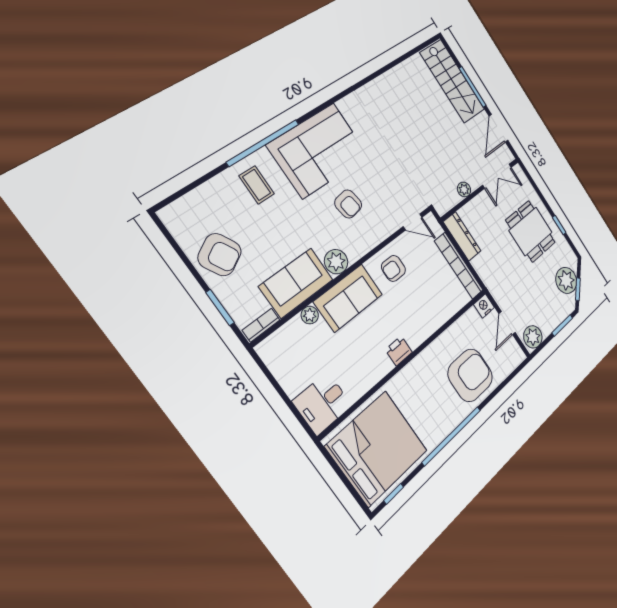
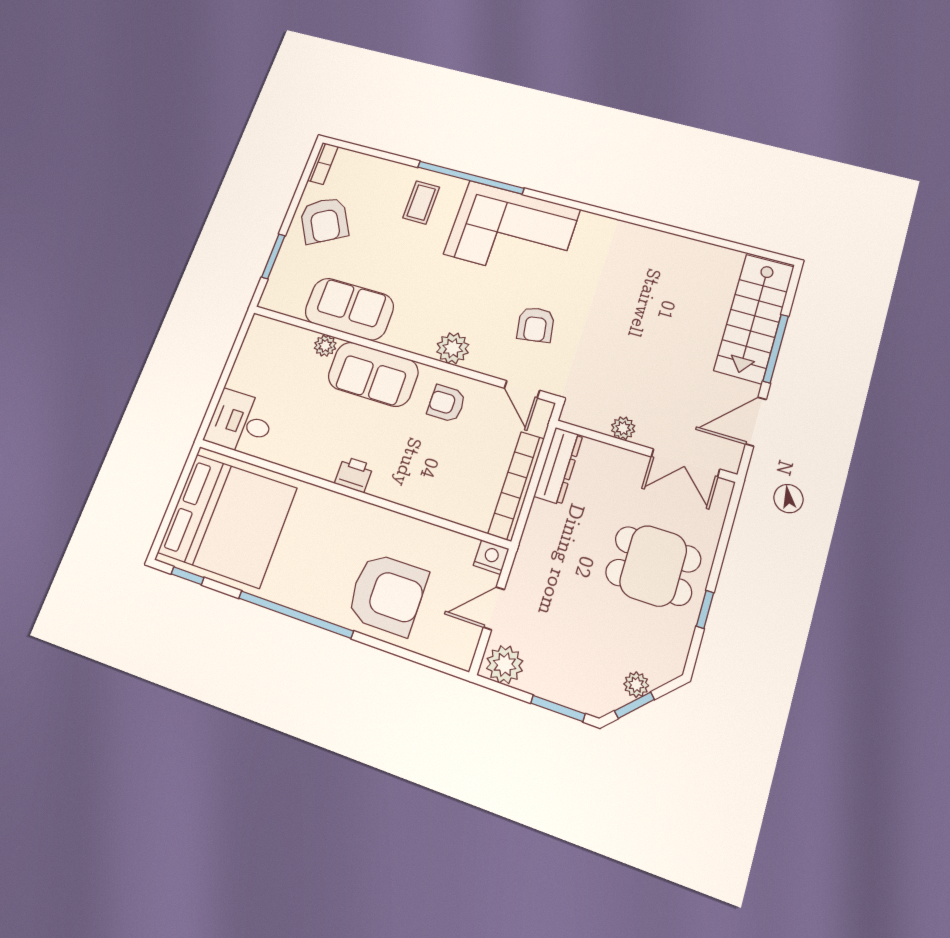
armchair: (348, 204) -> (536, 325), moved
dining table: (531, 231) -> (653, 566), turned 90
plant: (336, 262) -> (453, 348), moved
plant: (566, 280) -> (636, 685), width x0.53, depth x0.53
bookcase: (261, 325) -> (323, 163), moved, turned 90

